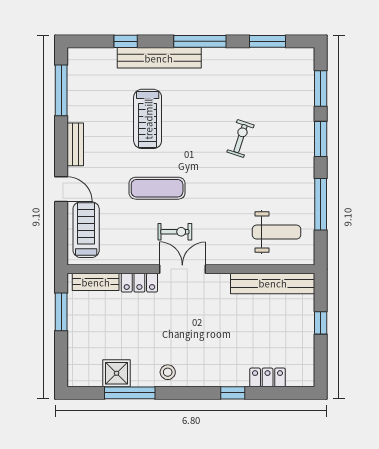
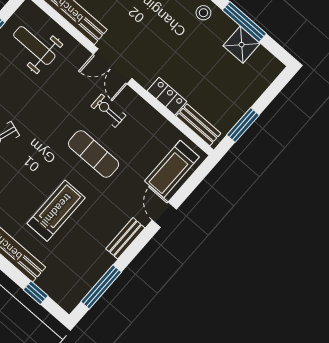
window: (126, 41) -> (36, 293), moved
double door: (182, 269) -> (113, 66), moved

